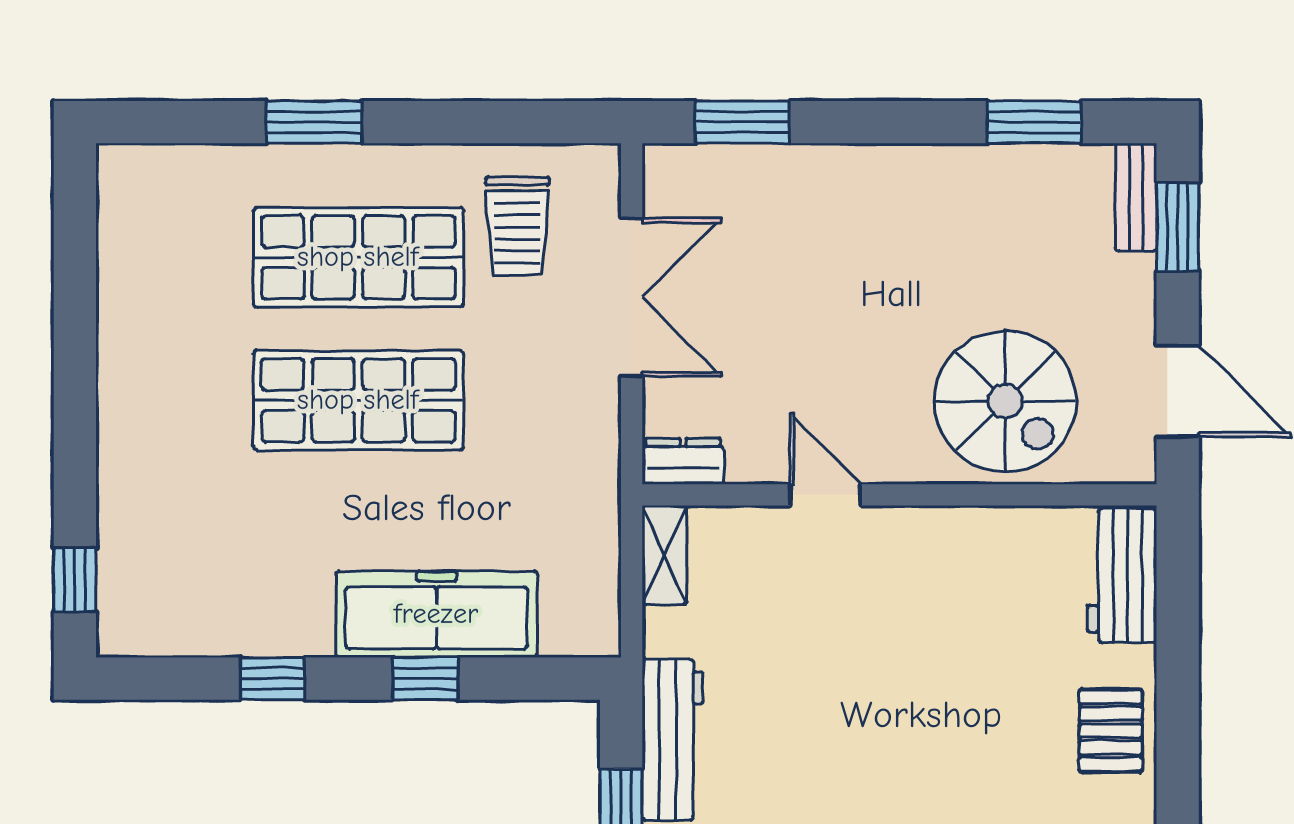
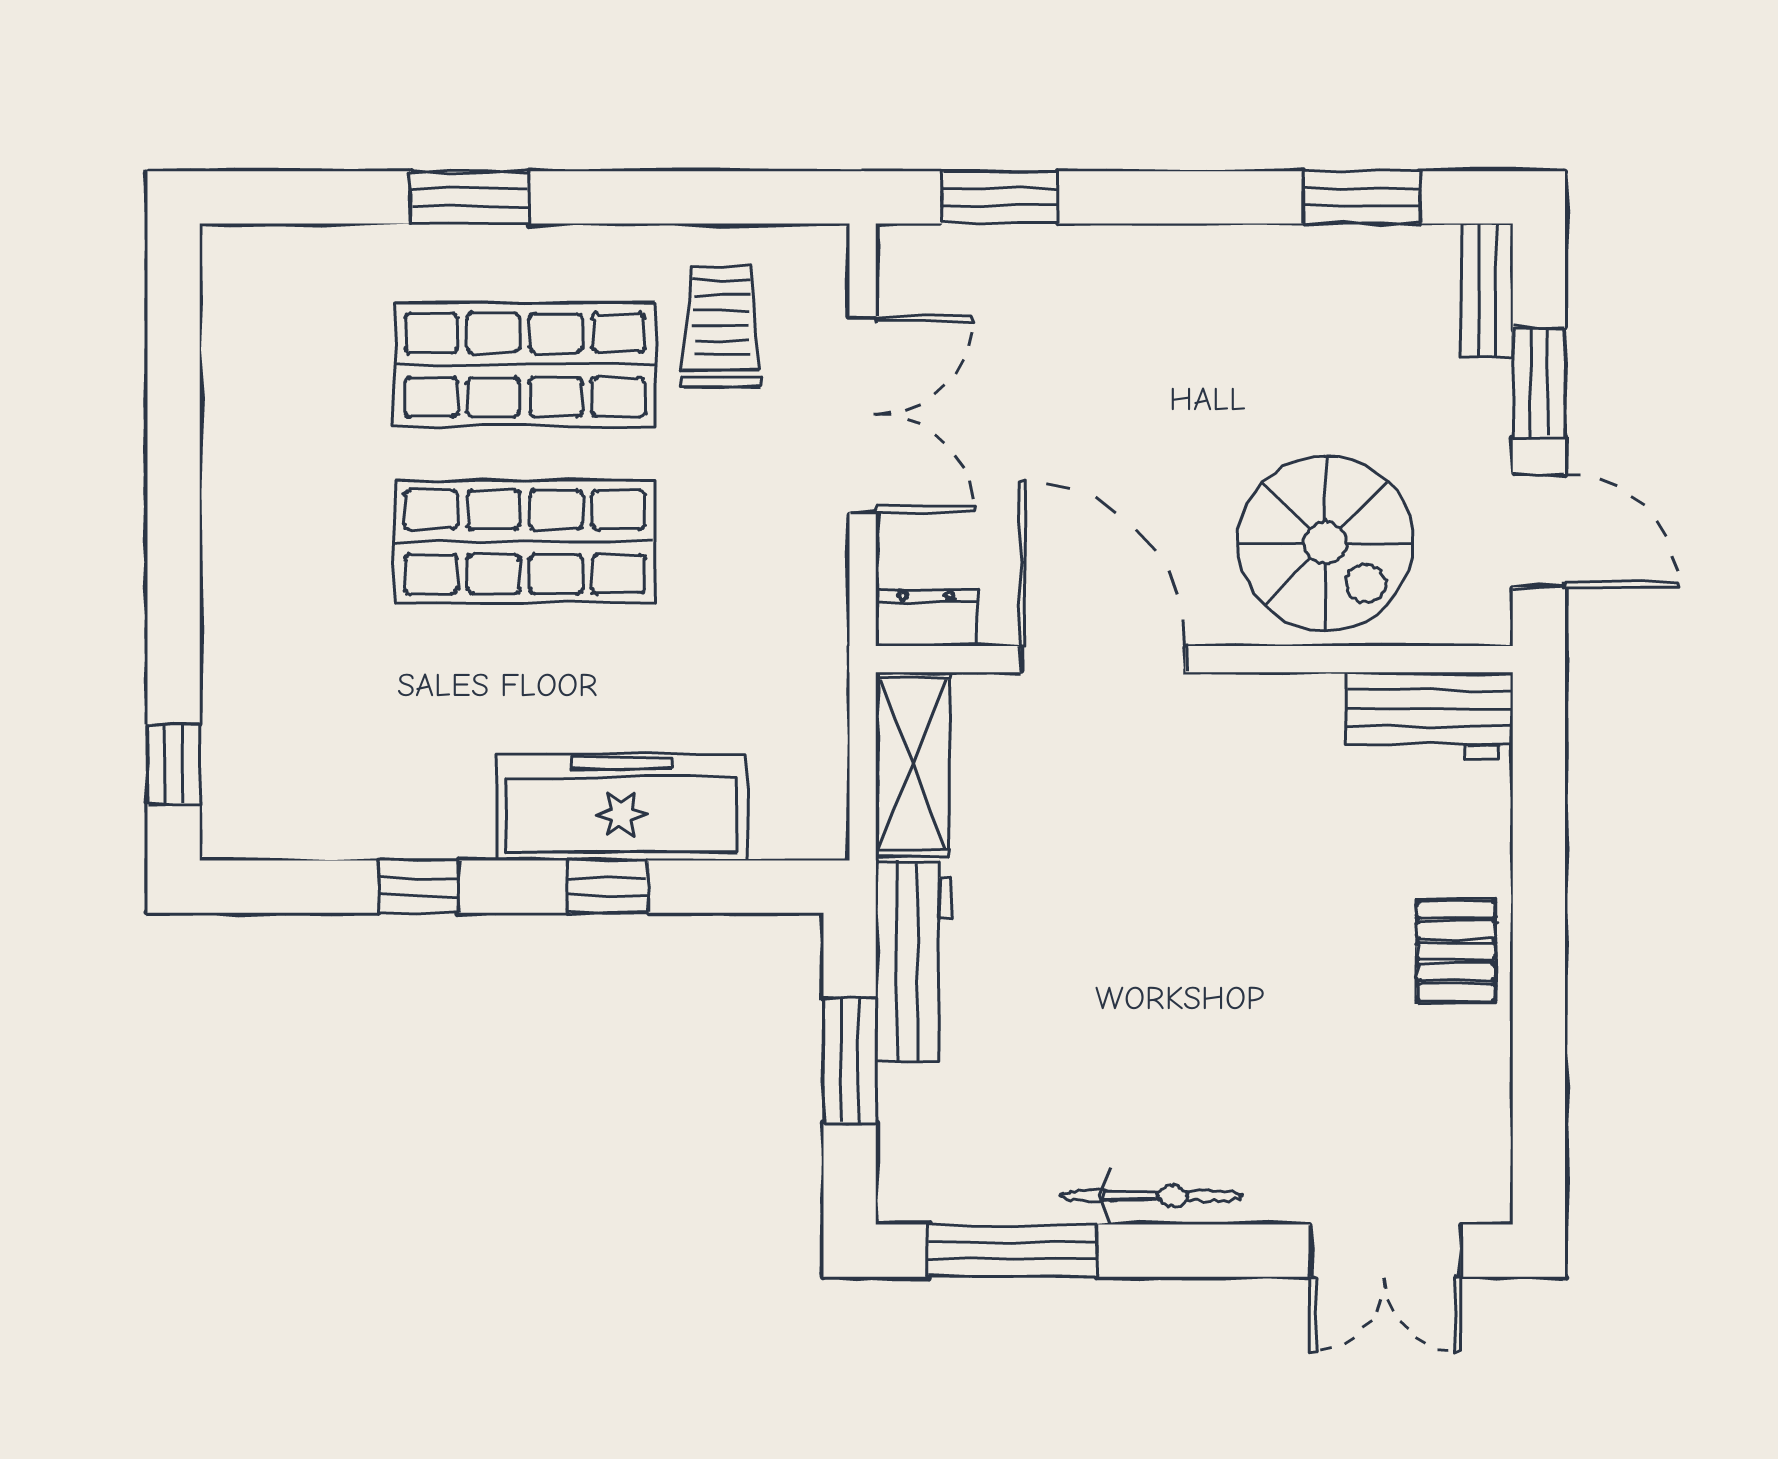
trolley: (517, 226) -> (721, 326), turned 180
window: (1178, 227) -> (1539, 383), moved
door: (825, 495) -> (1103, 659), width x1.87
shelving: (664, 555) -> (913, 764), width x1.50, depth x1.33
workbench: (1122, 576) -> (1430, 715), moved, turned -90

